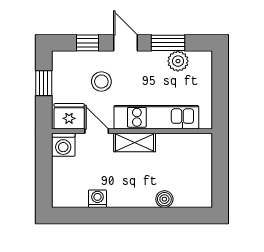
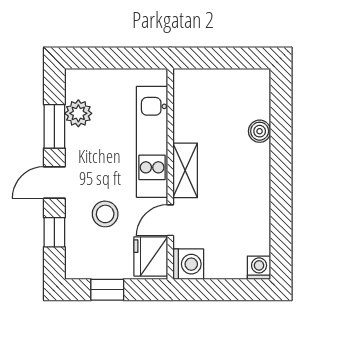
washing machine: (97, 199) -> (259, 268), moved, turned 90

